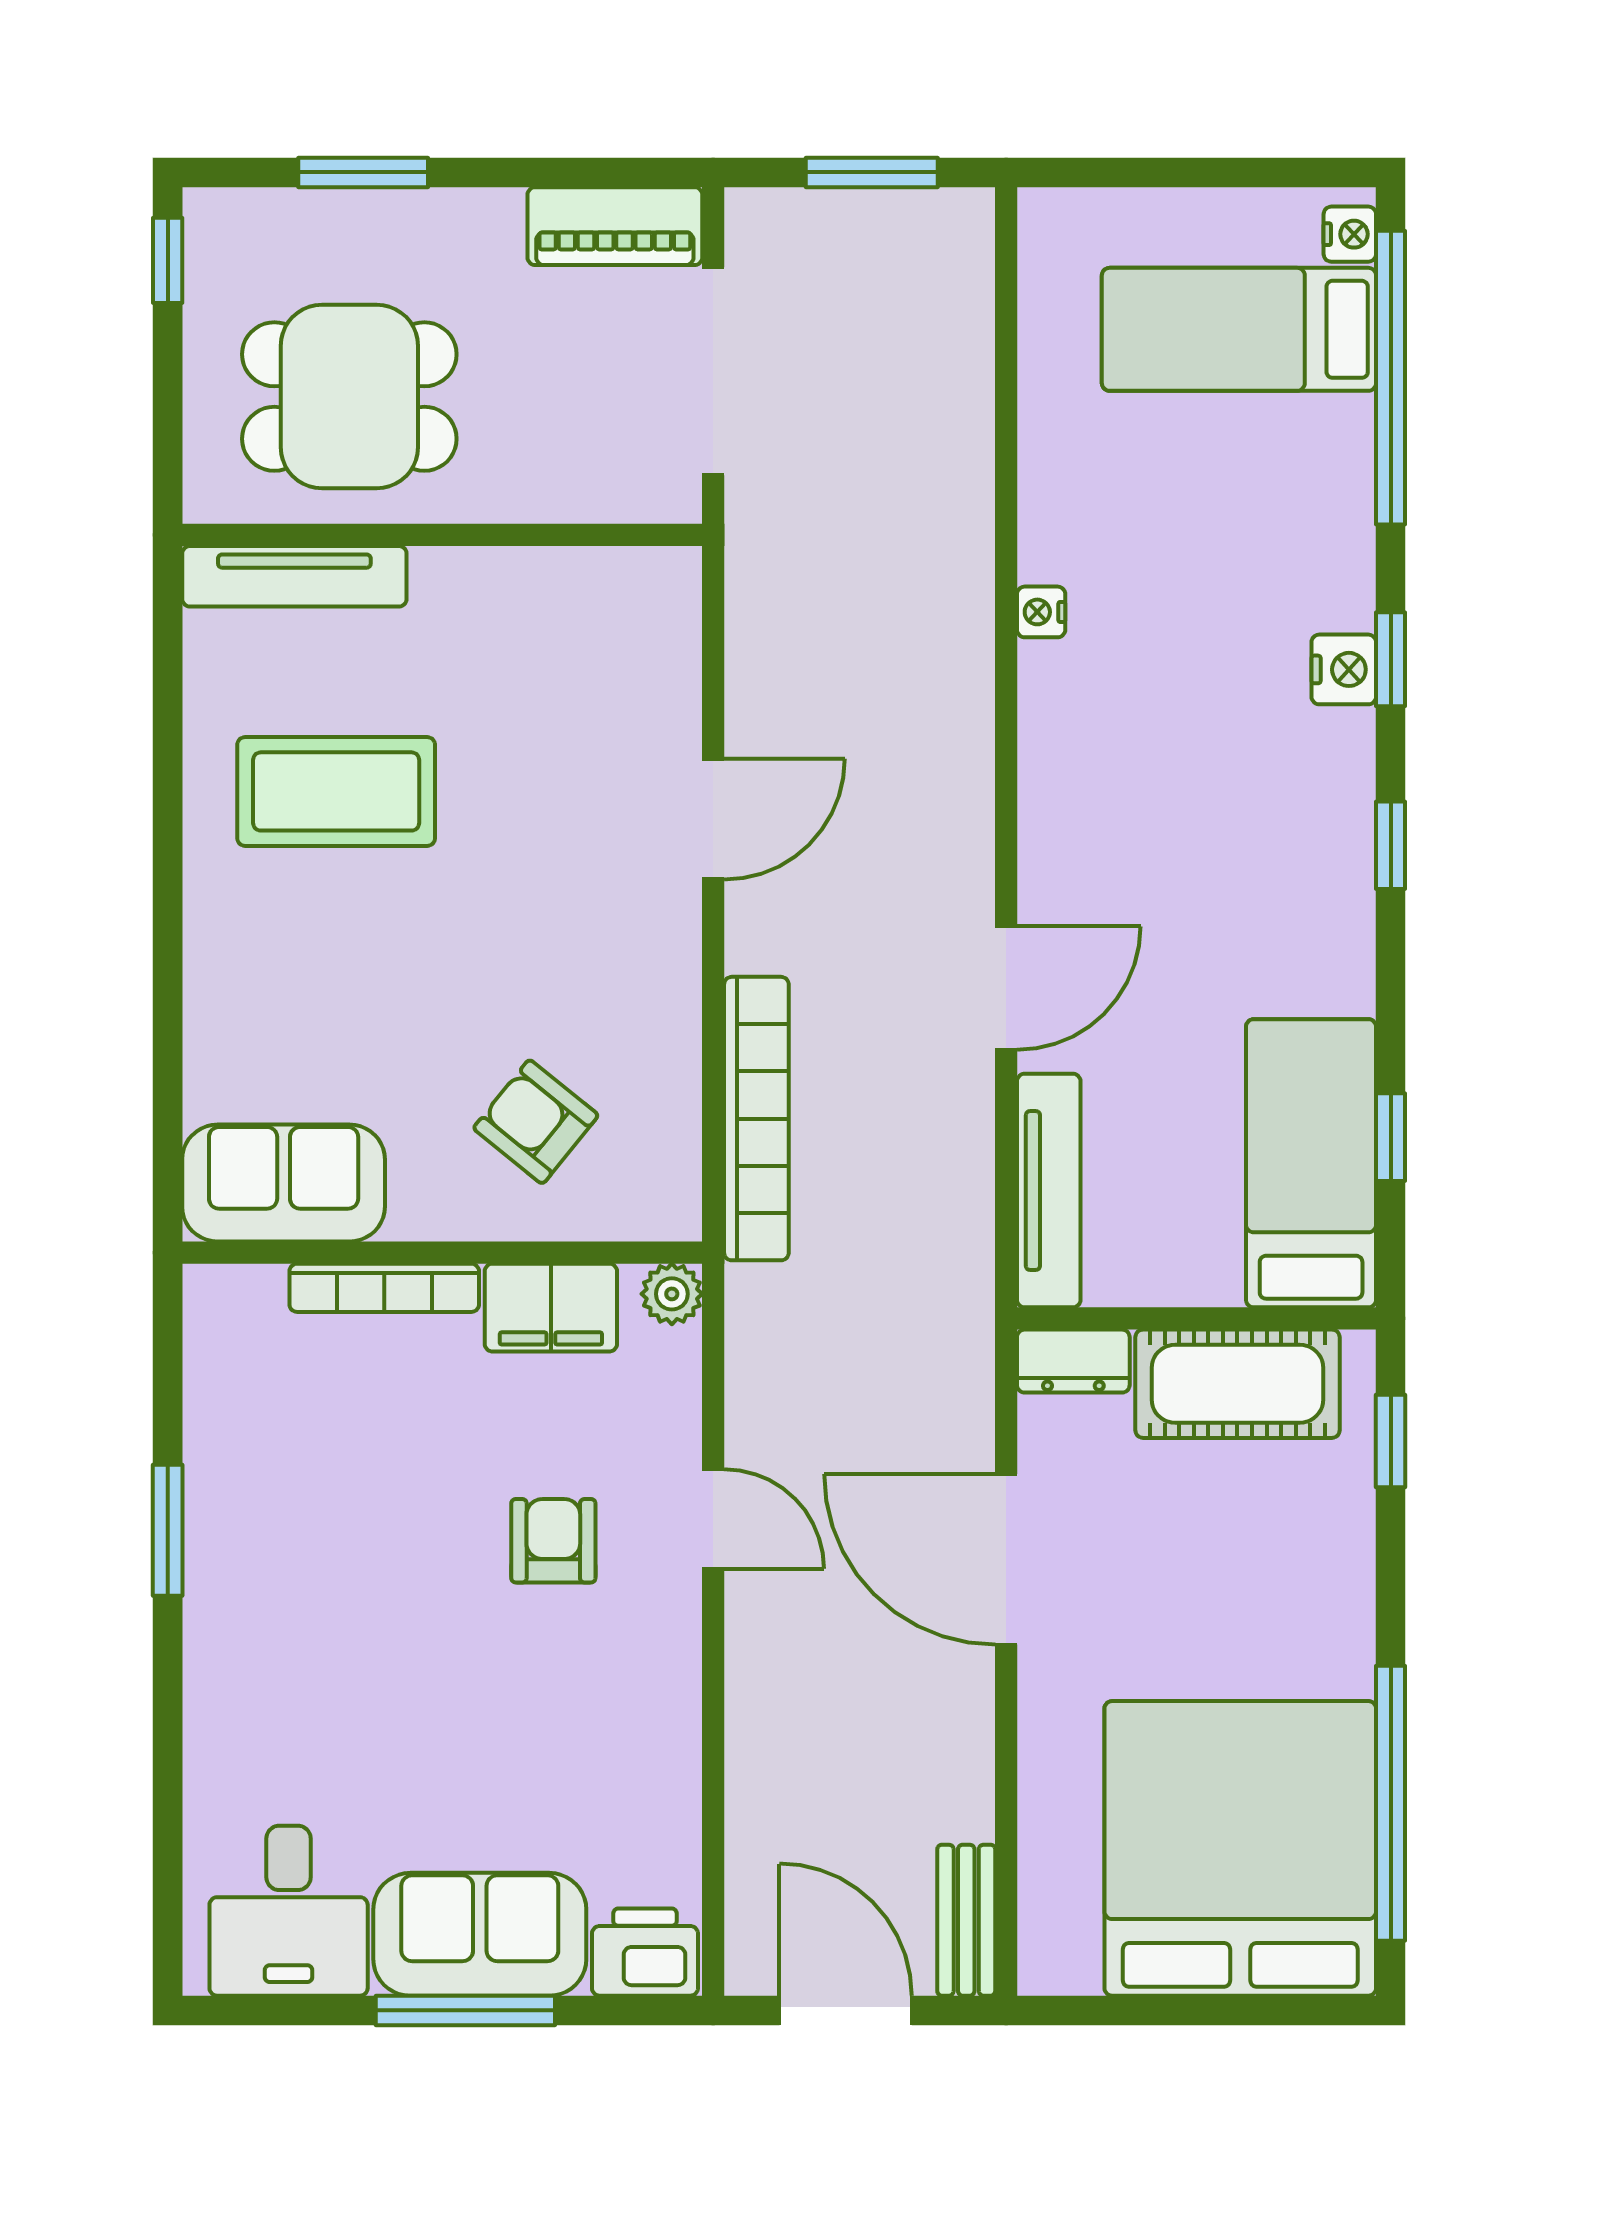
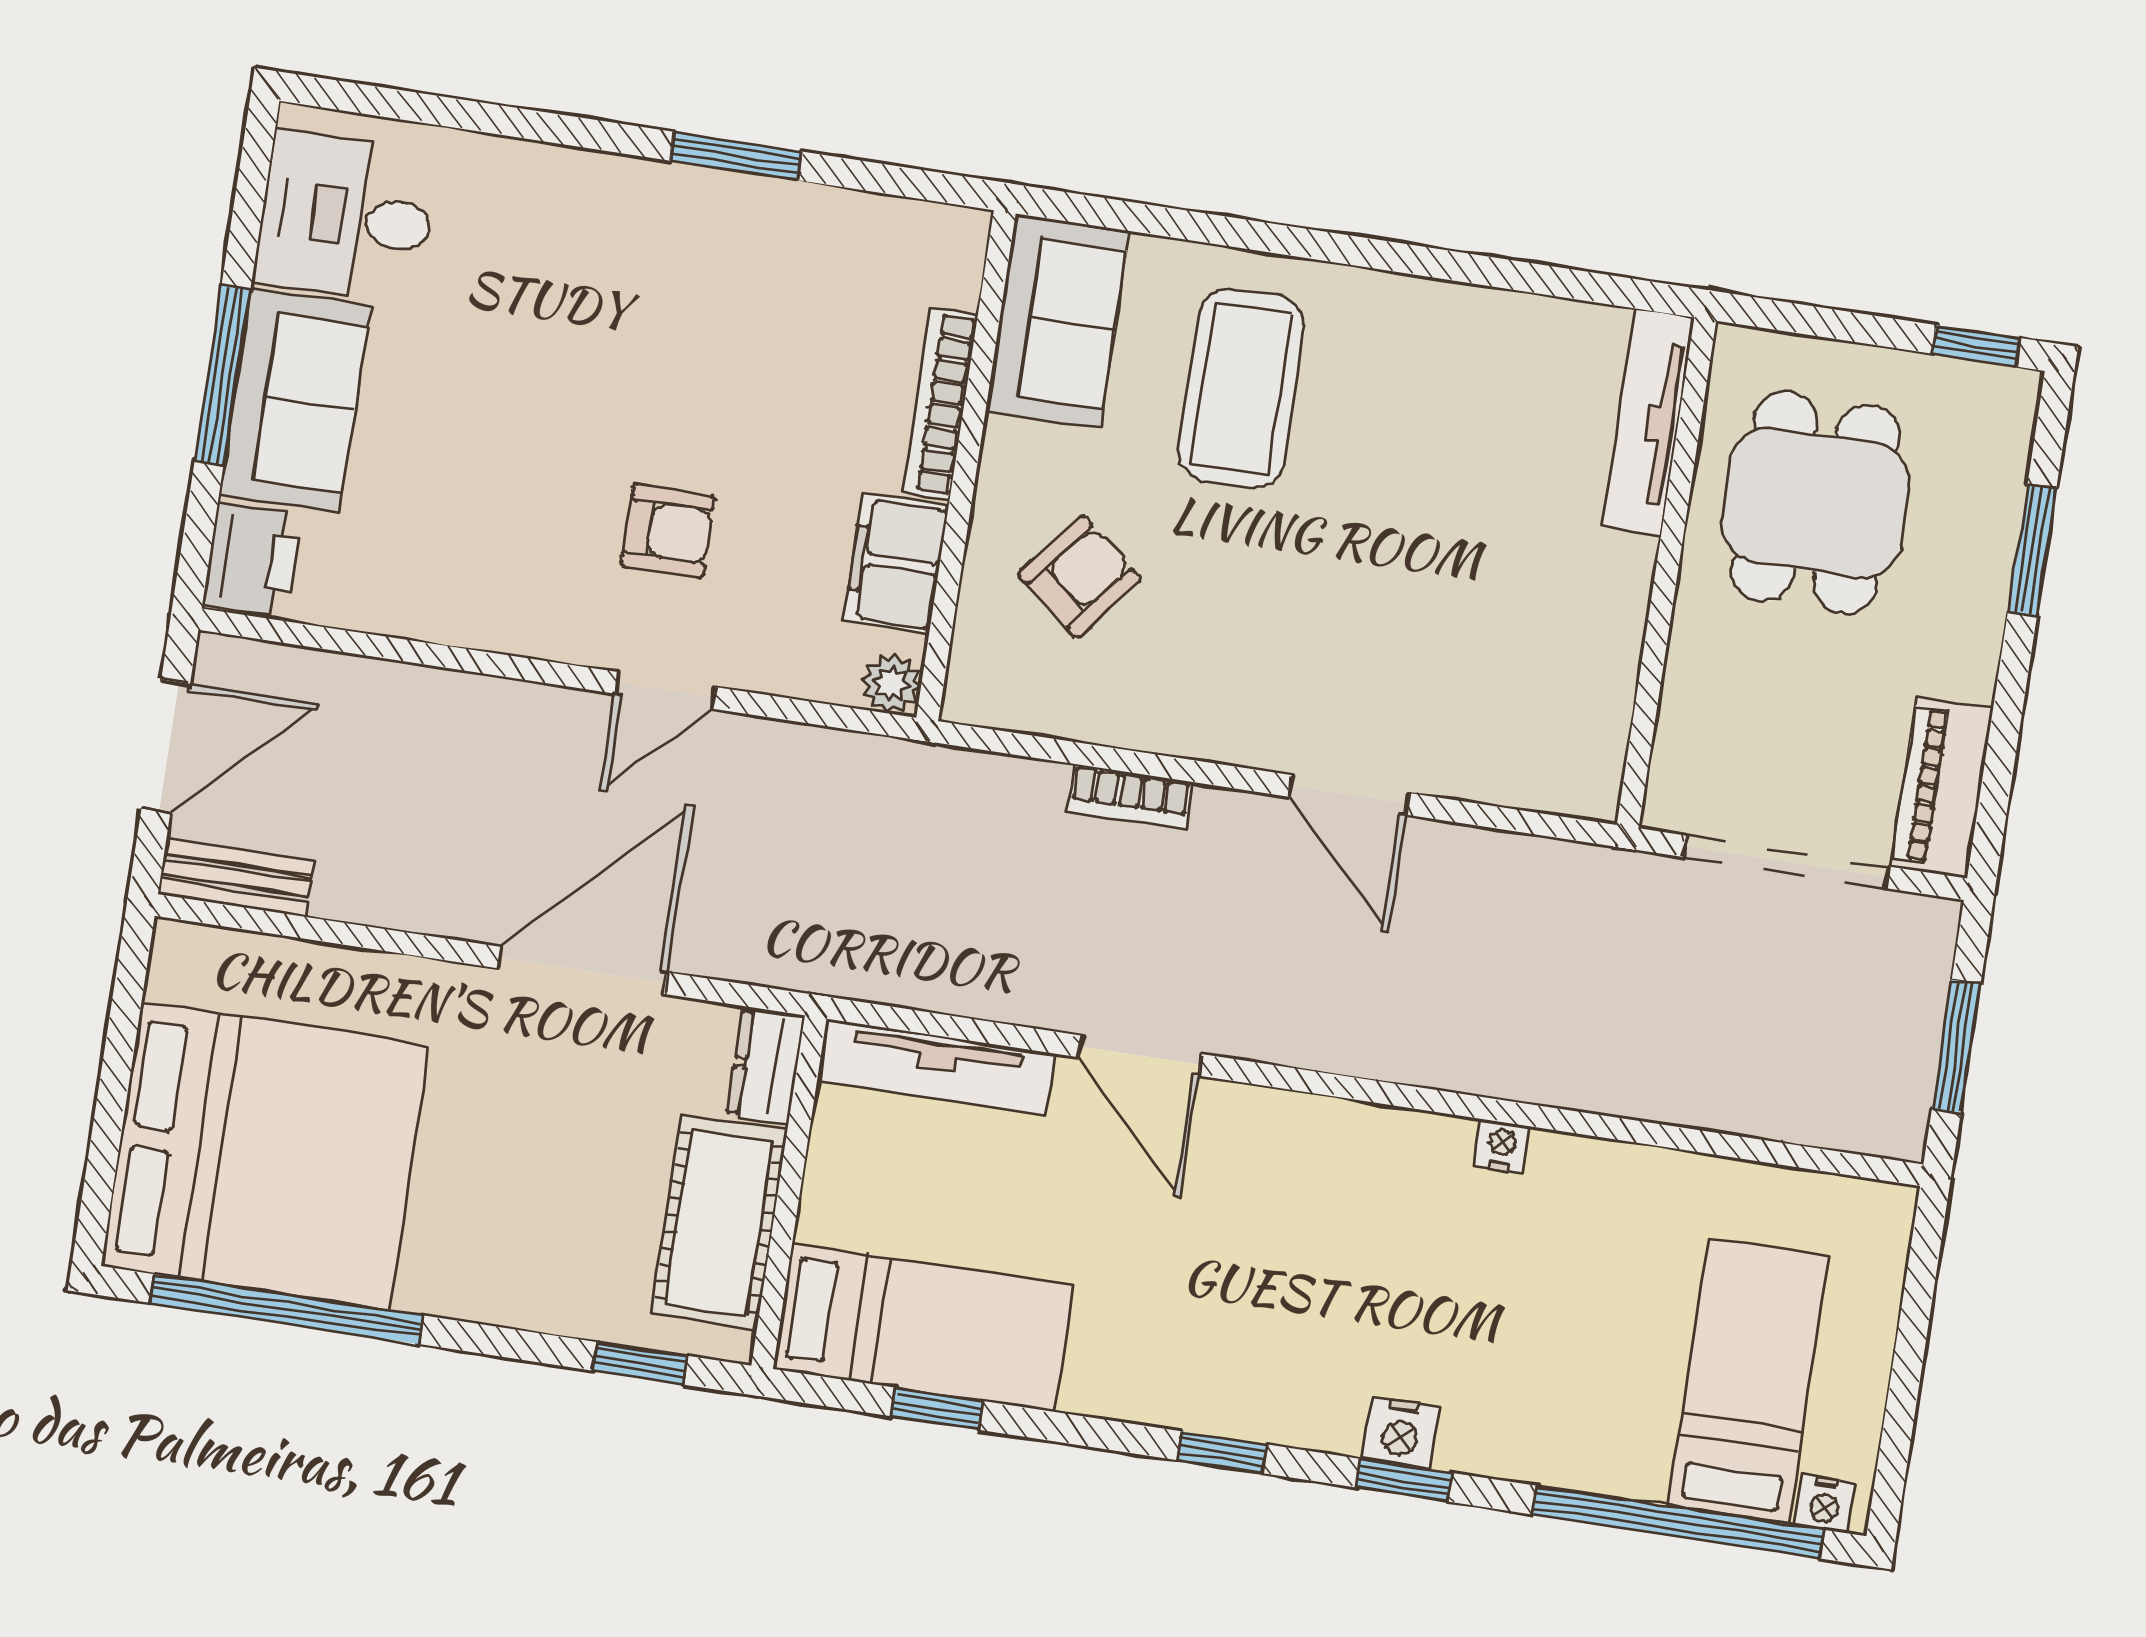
coffee table: (336, 791) -> (1242, 388), moved
bookcase: (756, 1119) -> (1130, 797), width x0.43, depth x0.76

